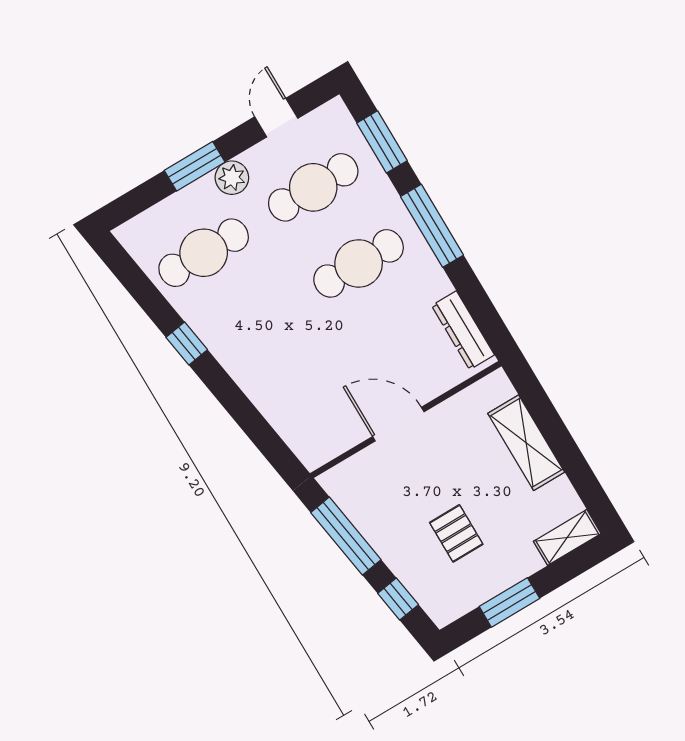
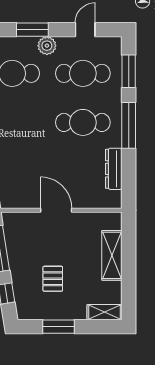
dresser: (463, 330) -> (114, 169), moved

